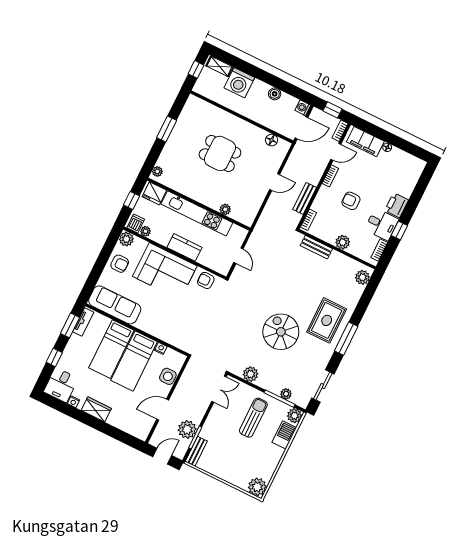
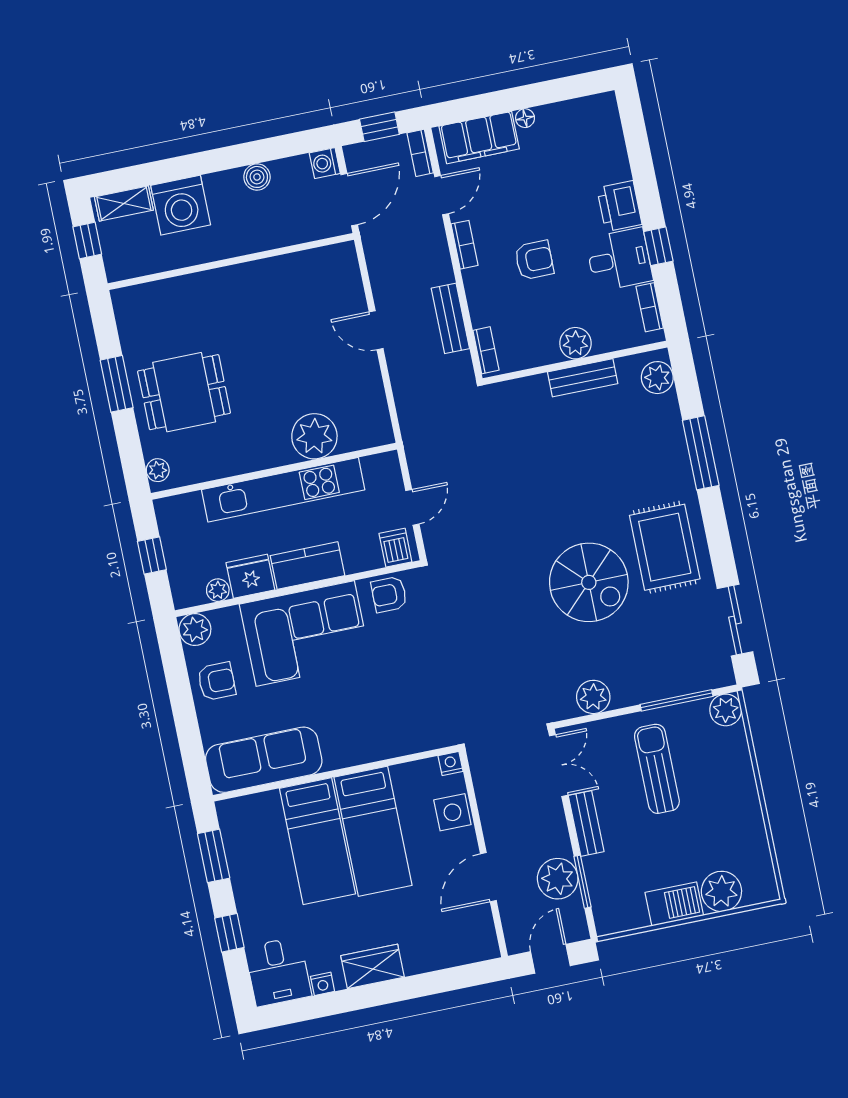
floor lamp: (272, 140) -> (314, 261), removed
dining table: (220, 153) -> (184, 392), moved
door: (275, 182) -> (376, 330), swing flipped
fridge: (154, 193) -> (250, 576), moved, turned 180
armchair: (351, 201) -> (534, 260), turned 180
plant: (225, 209) -> (314, 436), width x1.87, depth x1.87
dishwasher: (136, 223) -> (395, 548), moved
bench: (316, 247) -> (583, 378), moved
door: (238, 256) -> (412, 507), hinge flipped
rug: (327, 320) -> (665, 547), moved
tv unit: (83, 322) -> (232, 832), removed
spiral stairs: (281, 332) -> (589, 582), turned 180
window: (346, 339) -> (701, 453), moved
nightstand: (161, 348) -> (451, 763), moved
plant: (286, 394) -> (681, 683), removed
barbecue: (284, 435) -> (674, 904), moved, turned 90
bench: (196, 451) -> (586, 823), moved
plant: (257, 487) -> (721, 891), moved

